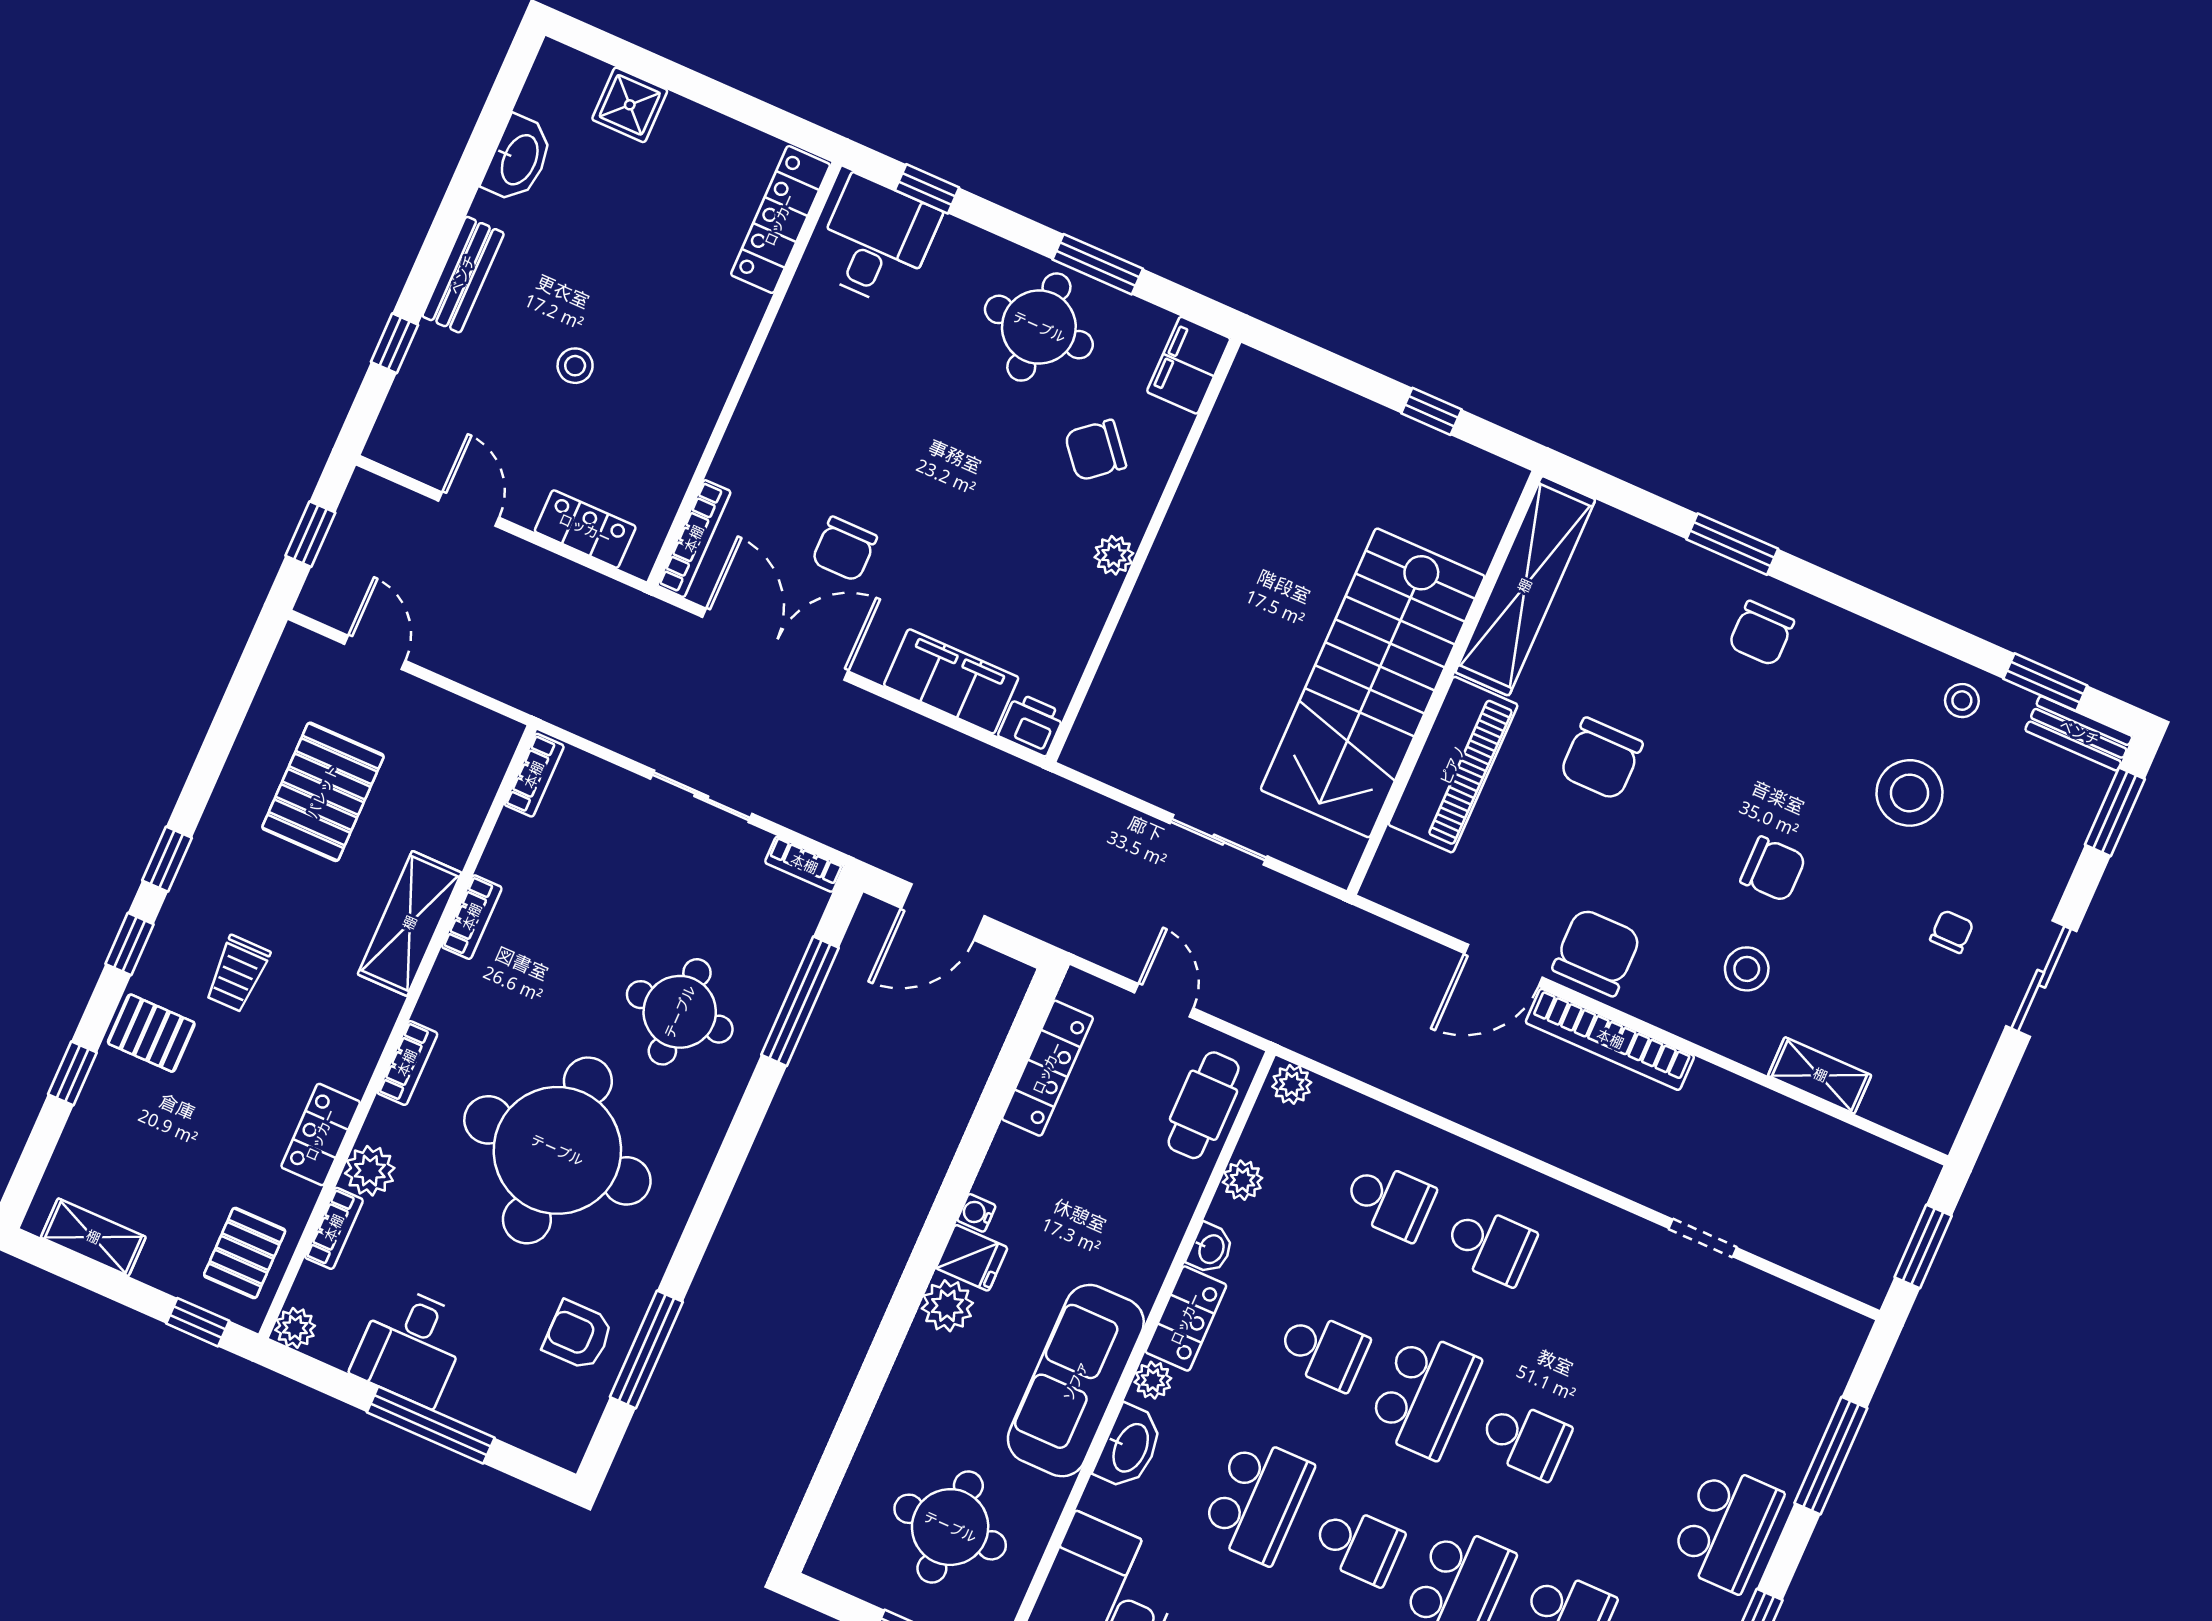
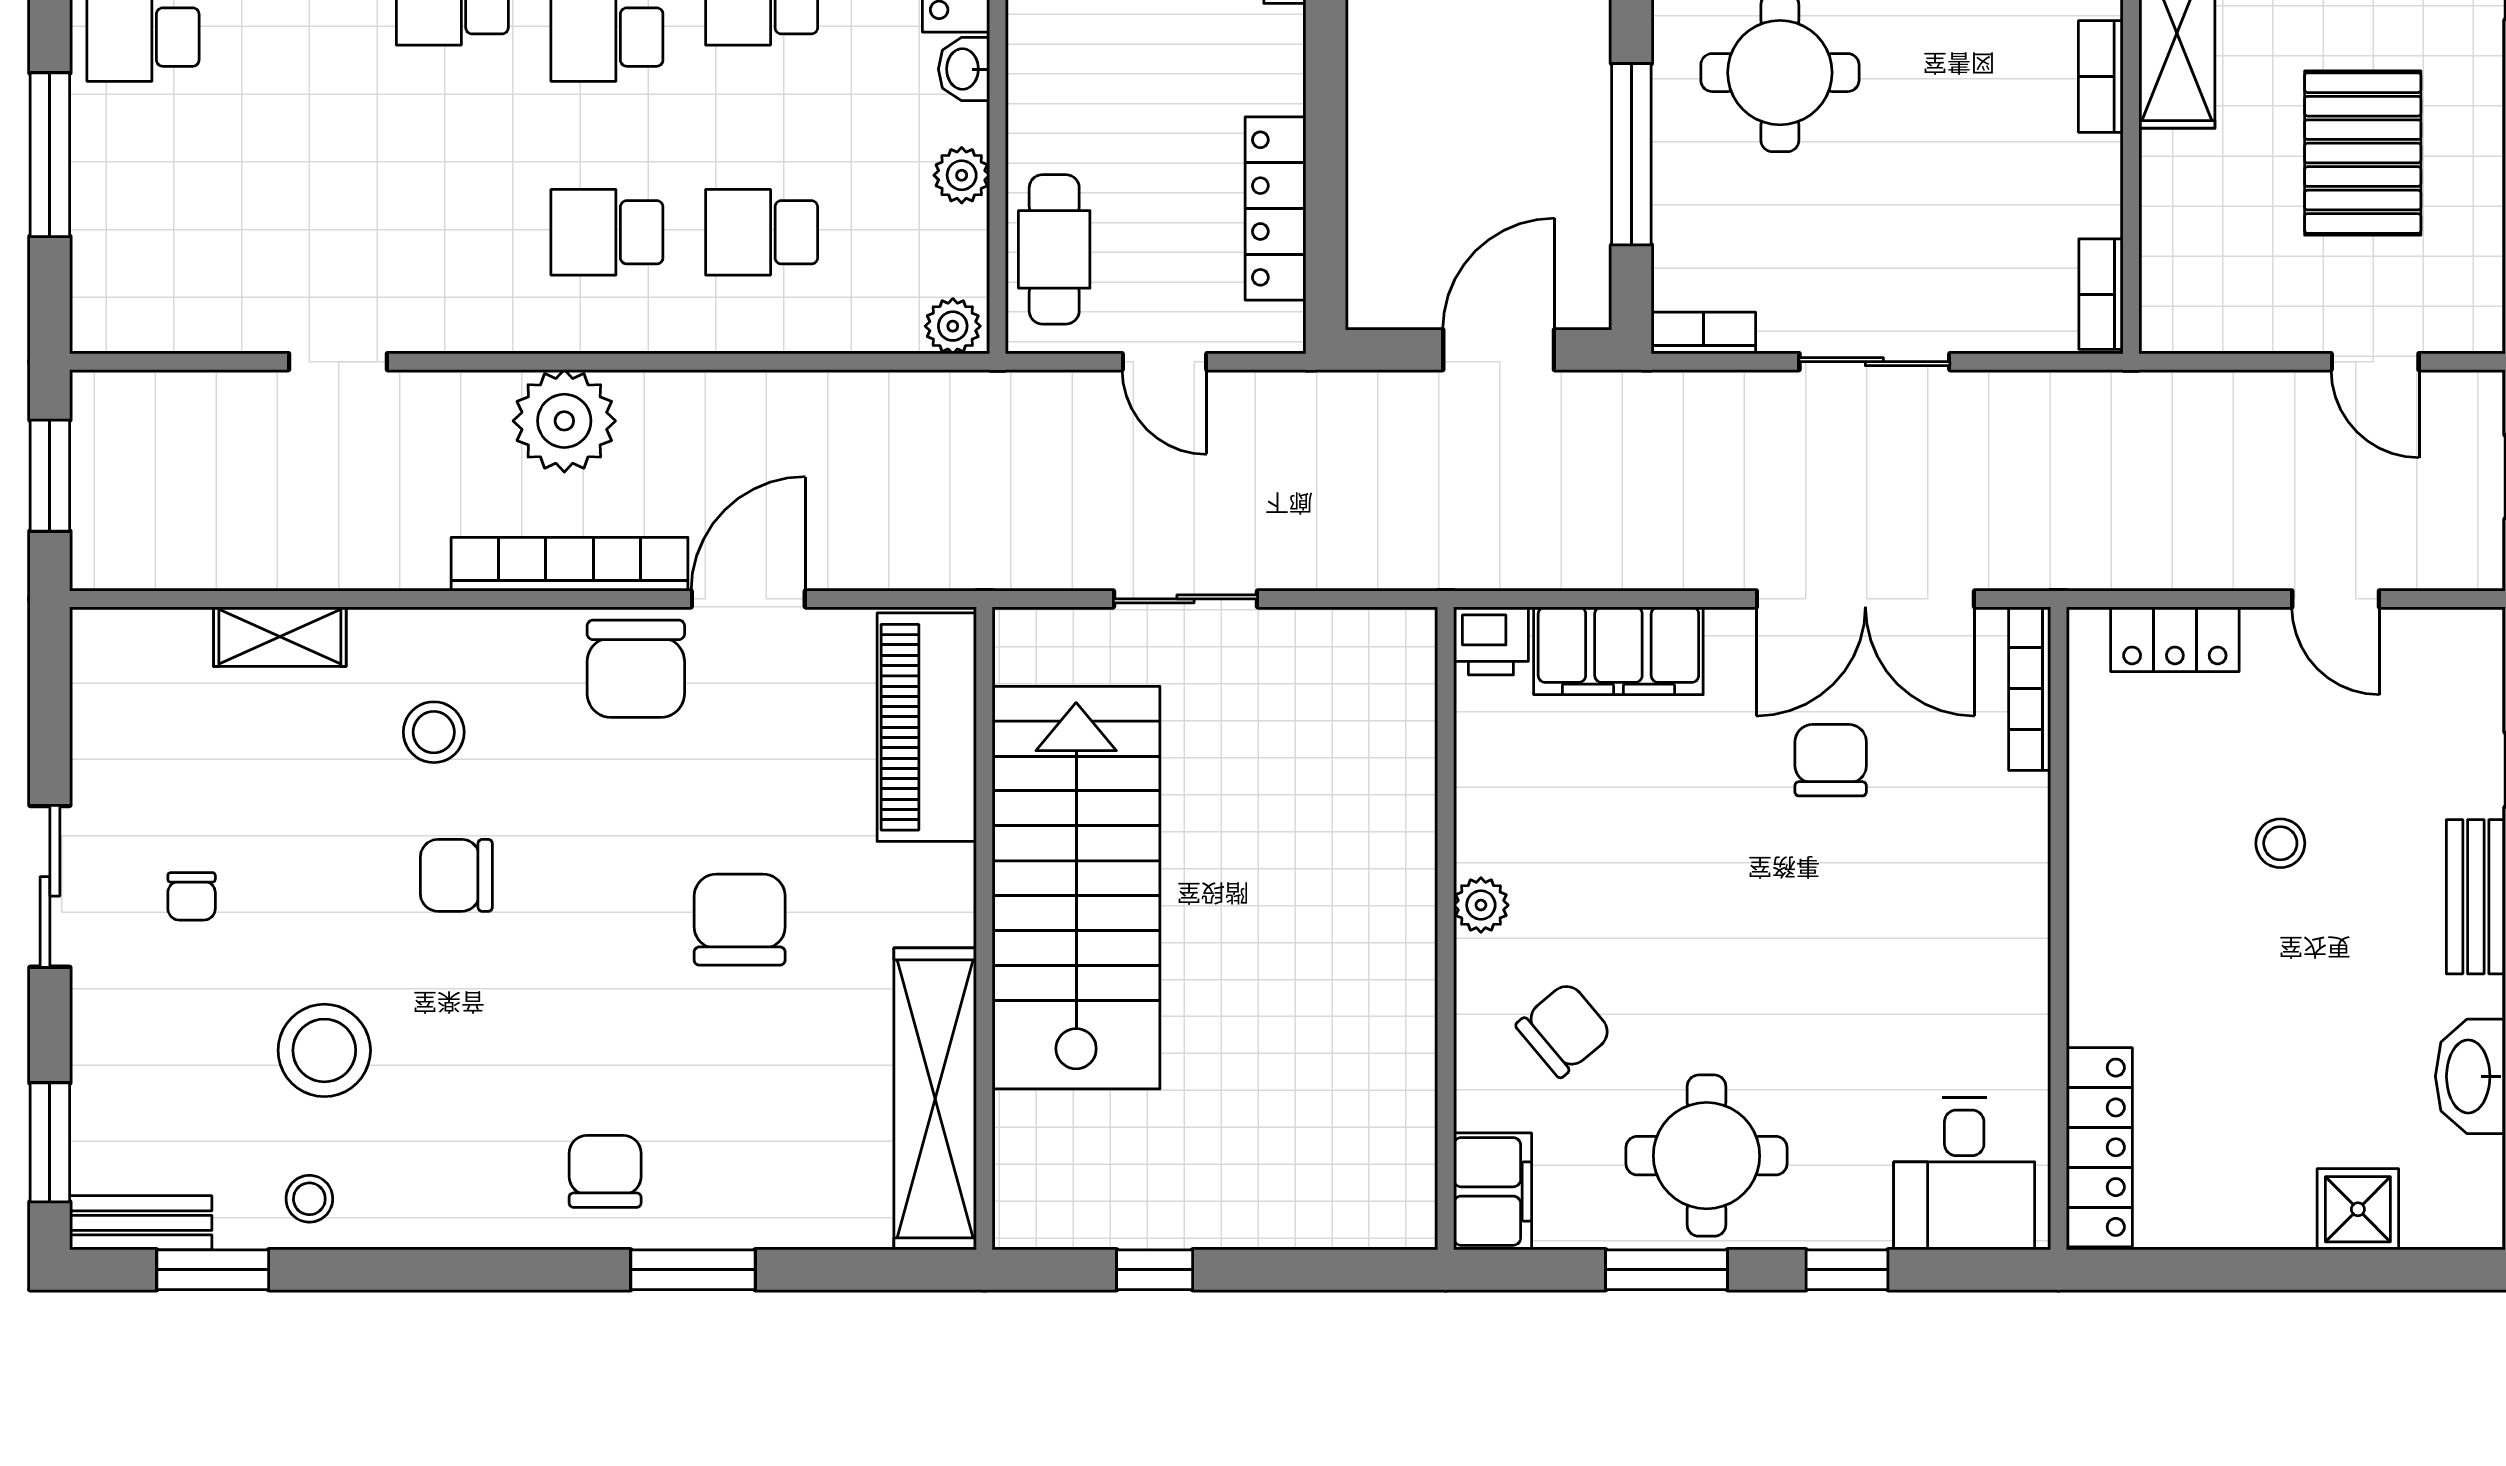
window: (927, 189) -> (1847, 1270), moved
piano: (1453, 765) -> (927, 727), moved
plant: (1572, 1134) -> (564, 421), added

